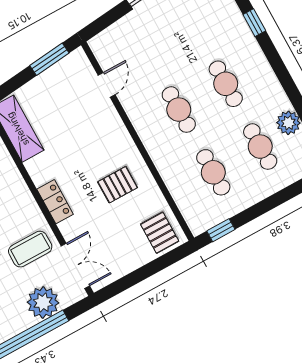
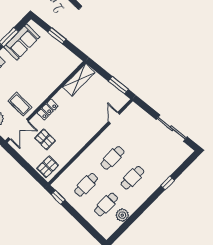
door: (107, 85) -> (114, 118), swing flipped
pallet: (118, 185) -> (45, 139), moved

